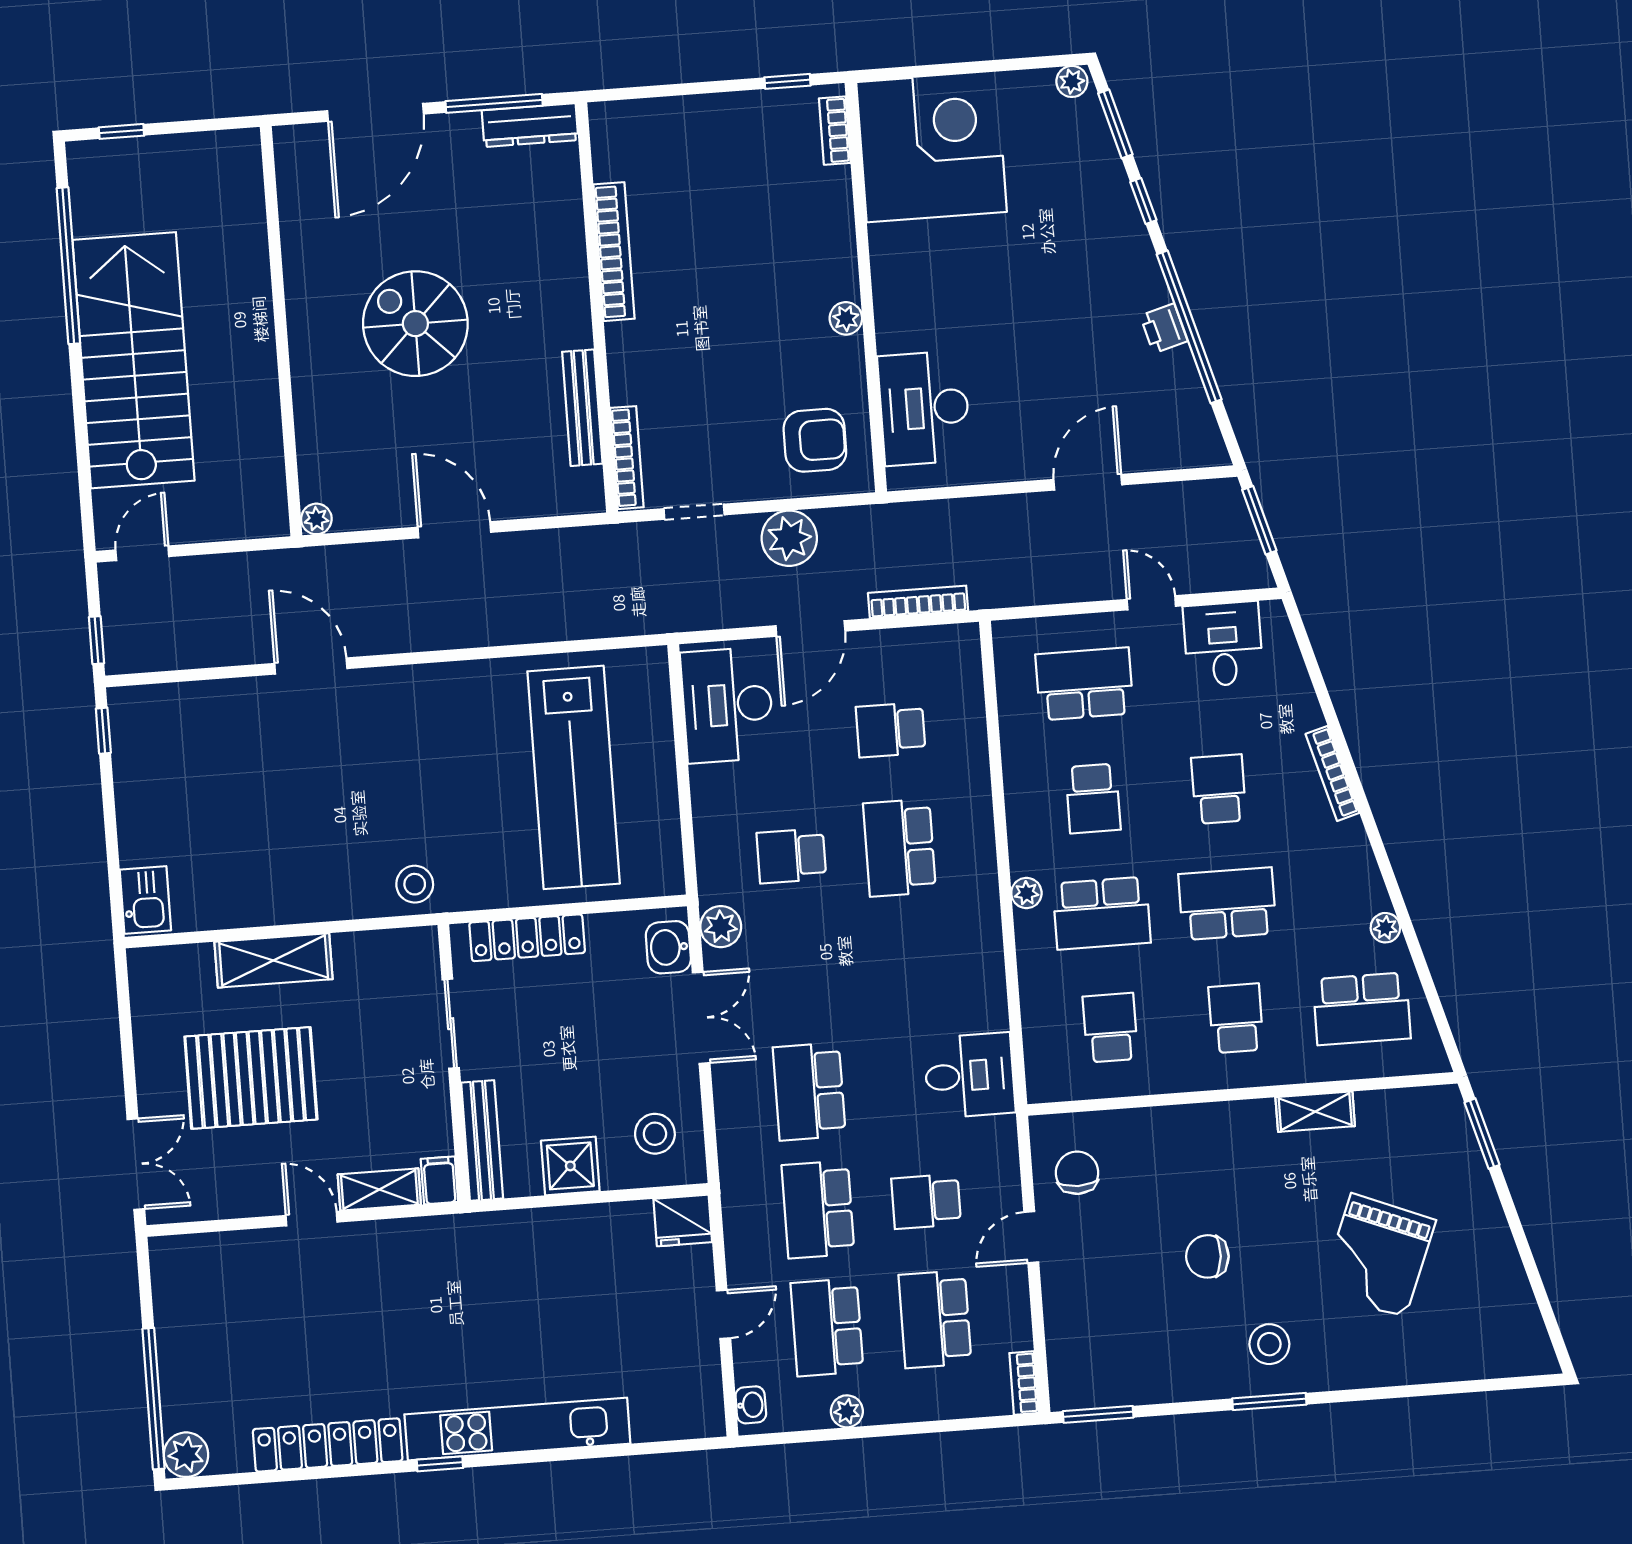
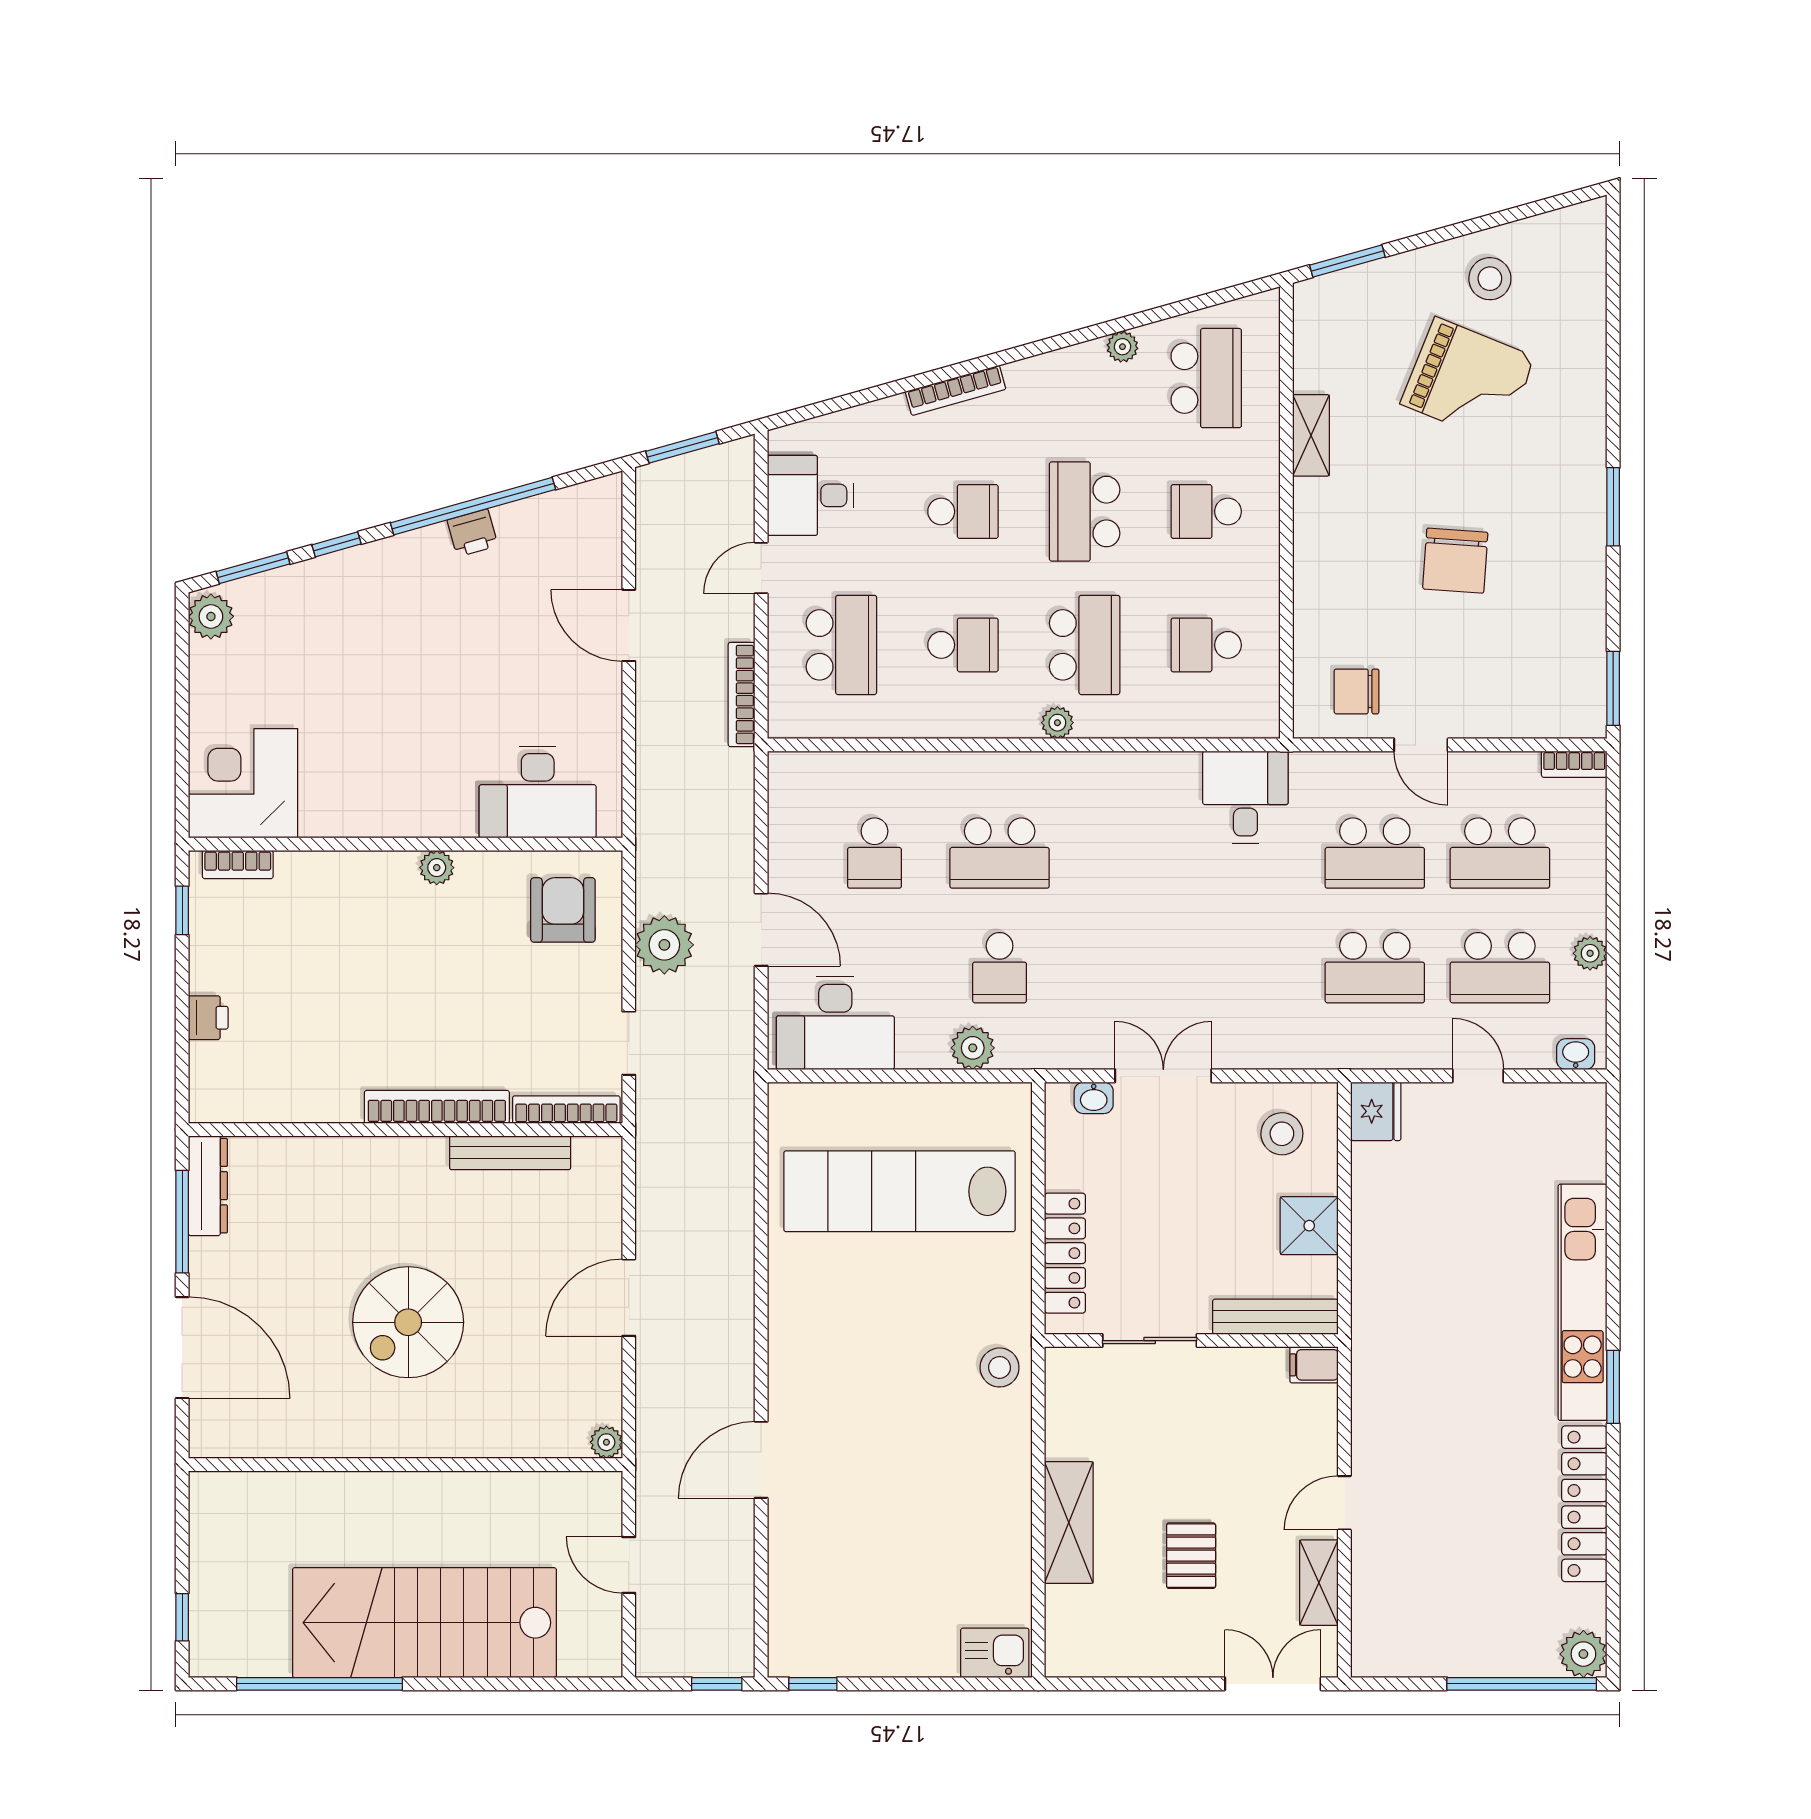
plant: (1072, 81) -> (211, 616), width x1.38, depth x1.38
printer: (688, 114) -> (208, 1018), added
corner desk: (932, 147) -> (243, 783), width x0.74, depth x0.74
bookcase: (614, 252) -> (437, 1107), moved
door: (142, 553) -> (629, 1565), moved
bookcase: (918, 602) -> (742, 694), moved
school desk: (1084, 684) -> (841, 645), turned 180
lab bench: (574, 777) -> (900, 1191), turned 180
school desk: (1219, 789) -> (963, 512), turned 180
plant: (721, 927) -> (973, 1048), moved
washbasin: (668, 947) -> (1094, 1098), width x0.72, depth x0.69
pallet: (251, 1078) -> (1191, 1556), width x0.49, depth x0.50
school desk: (809, 1092) -> (1250, 968), removed
shelving: (379, 1189) -> (1319, 1583), moved
school desk: (926, 1201) -> (1375, 853), width x1.85
chair: (1207, 1256) -> (1455, 561), width x1.37, depth x1.37
stool: (1269, 1344) -> (1490, 279), moved
window: (440, 1464) -> (1613, 1387), width x1.50

